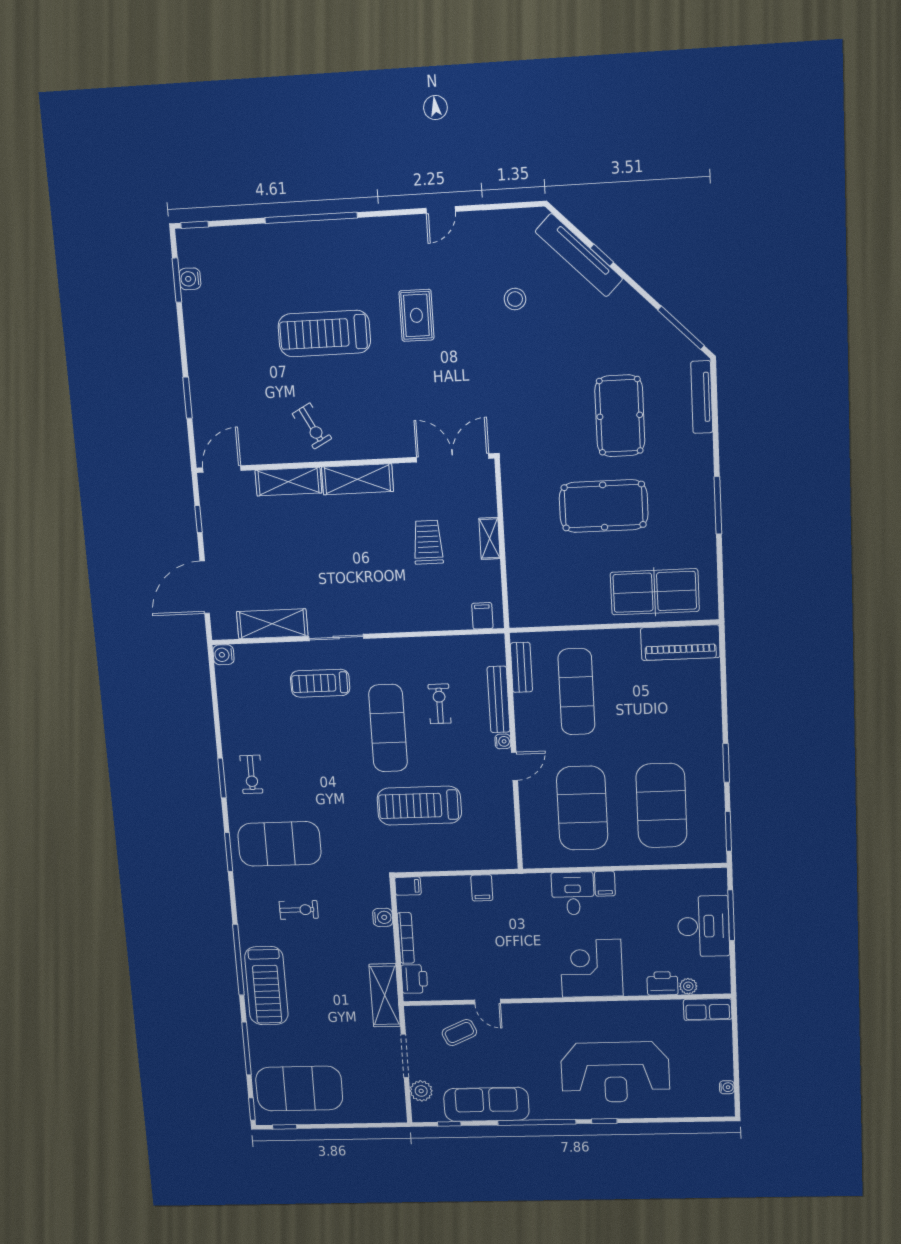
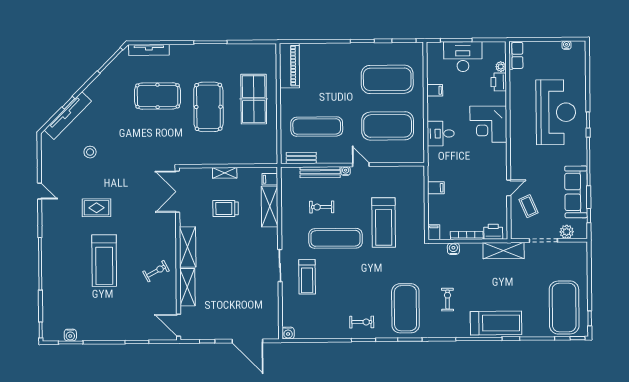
table tennis table: (655, 592) -> (254, 99), moved
shelving: (272, 624) -> (270, 207), moved
filing cabinet: (605, 884) -> (435, 90), moved

